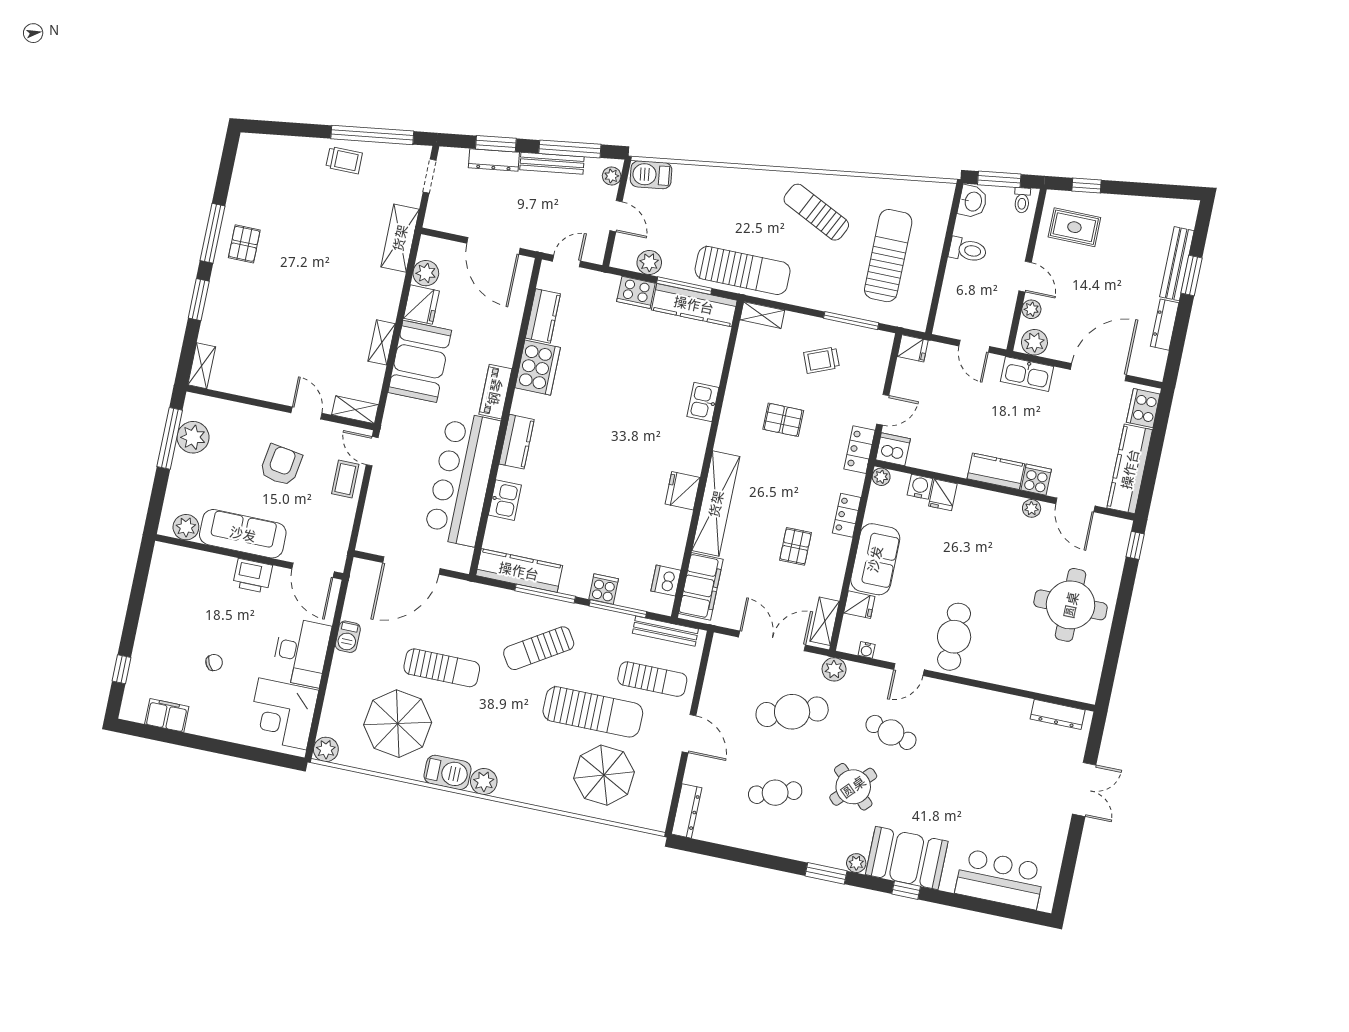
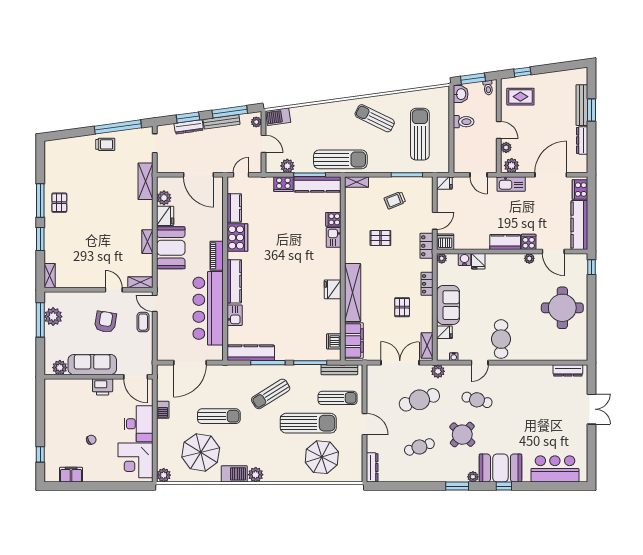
kitchen counter: (517, 442) -> (234, 281), width x1.50
cooker: (604, 589) -> (333, 219), moved, turned -90

